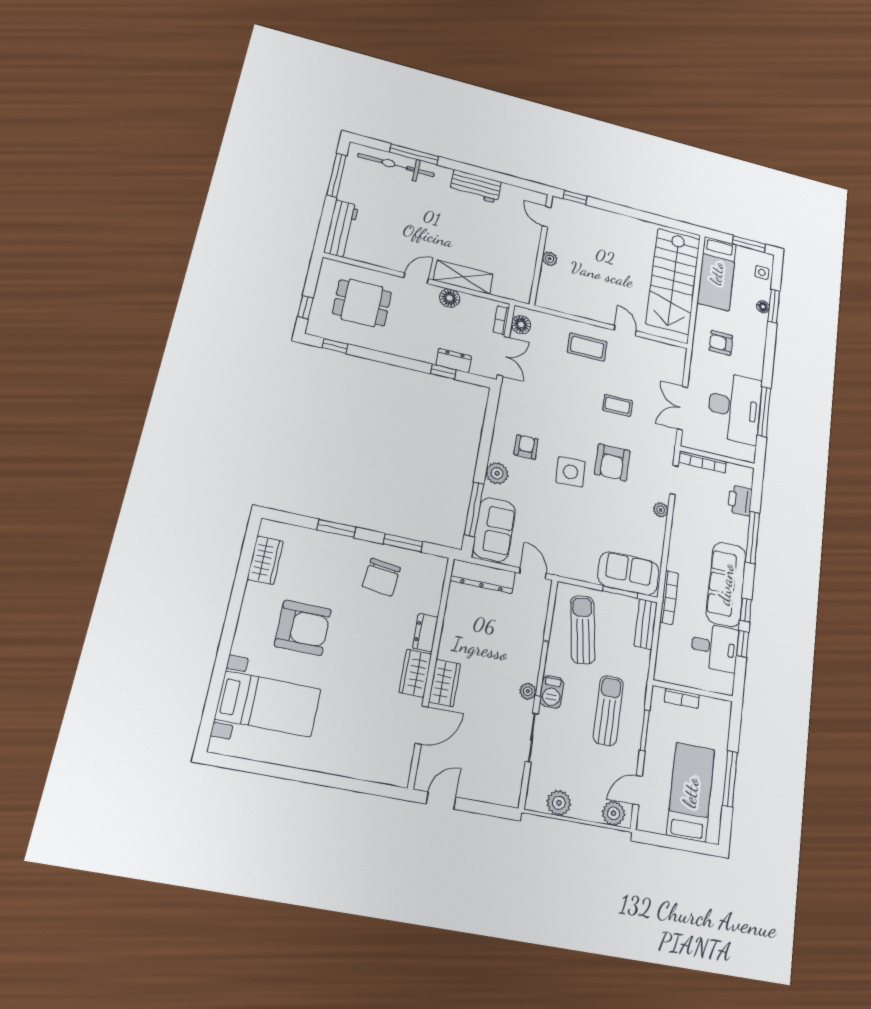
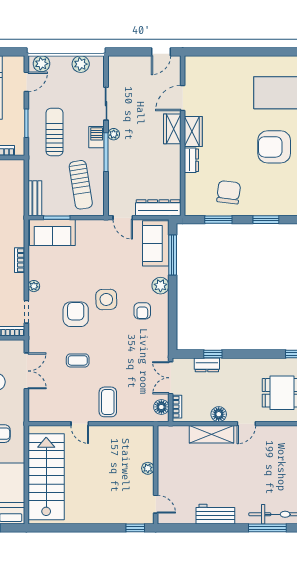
coffee table: (587, 347) -> (108, 402), turned 90
bookcase: (669, 598) -> (20, 260), moved, width x0.64
sun lounger: (608, 710) -> (54, 132), turned 180

